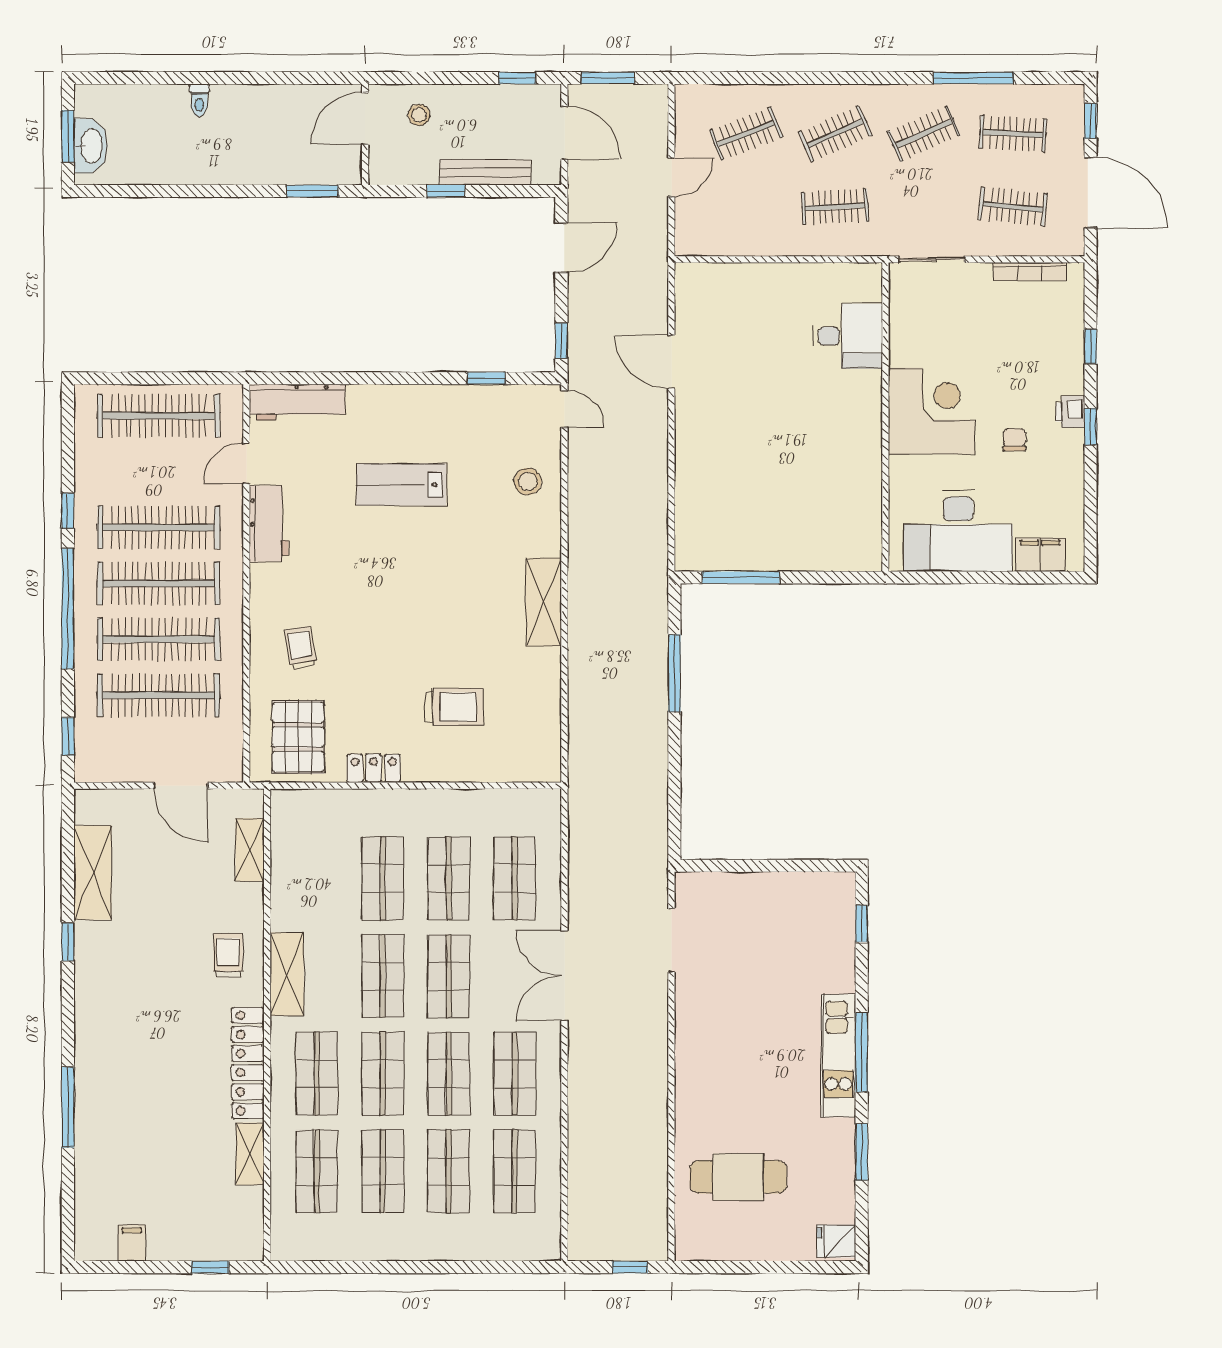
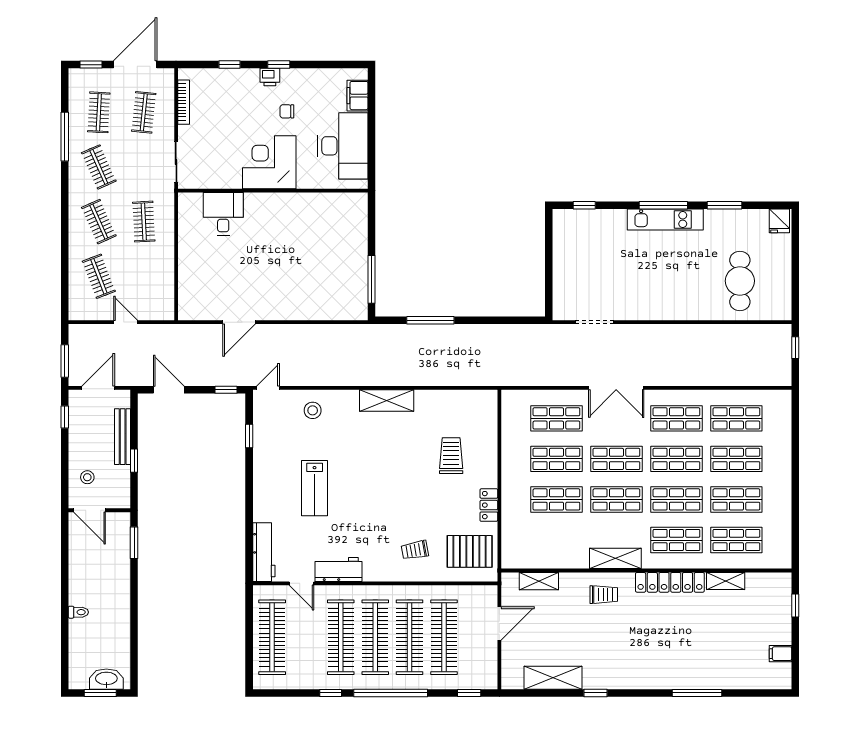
trolley: (228, 955) -> (604, 595), turned 180

